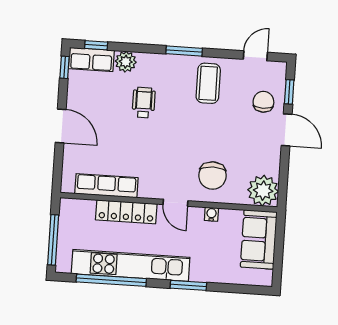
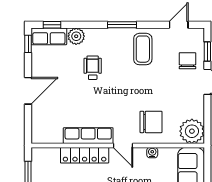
door: (61, 126) -> (28, 91), hinge flipped
chair: (213, 176) -> (151, 122), turned -90
row of seats: (106, 186) -> (88, 136), moved

